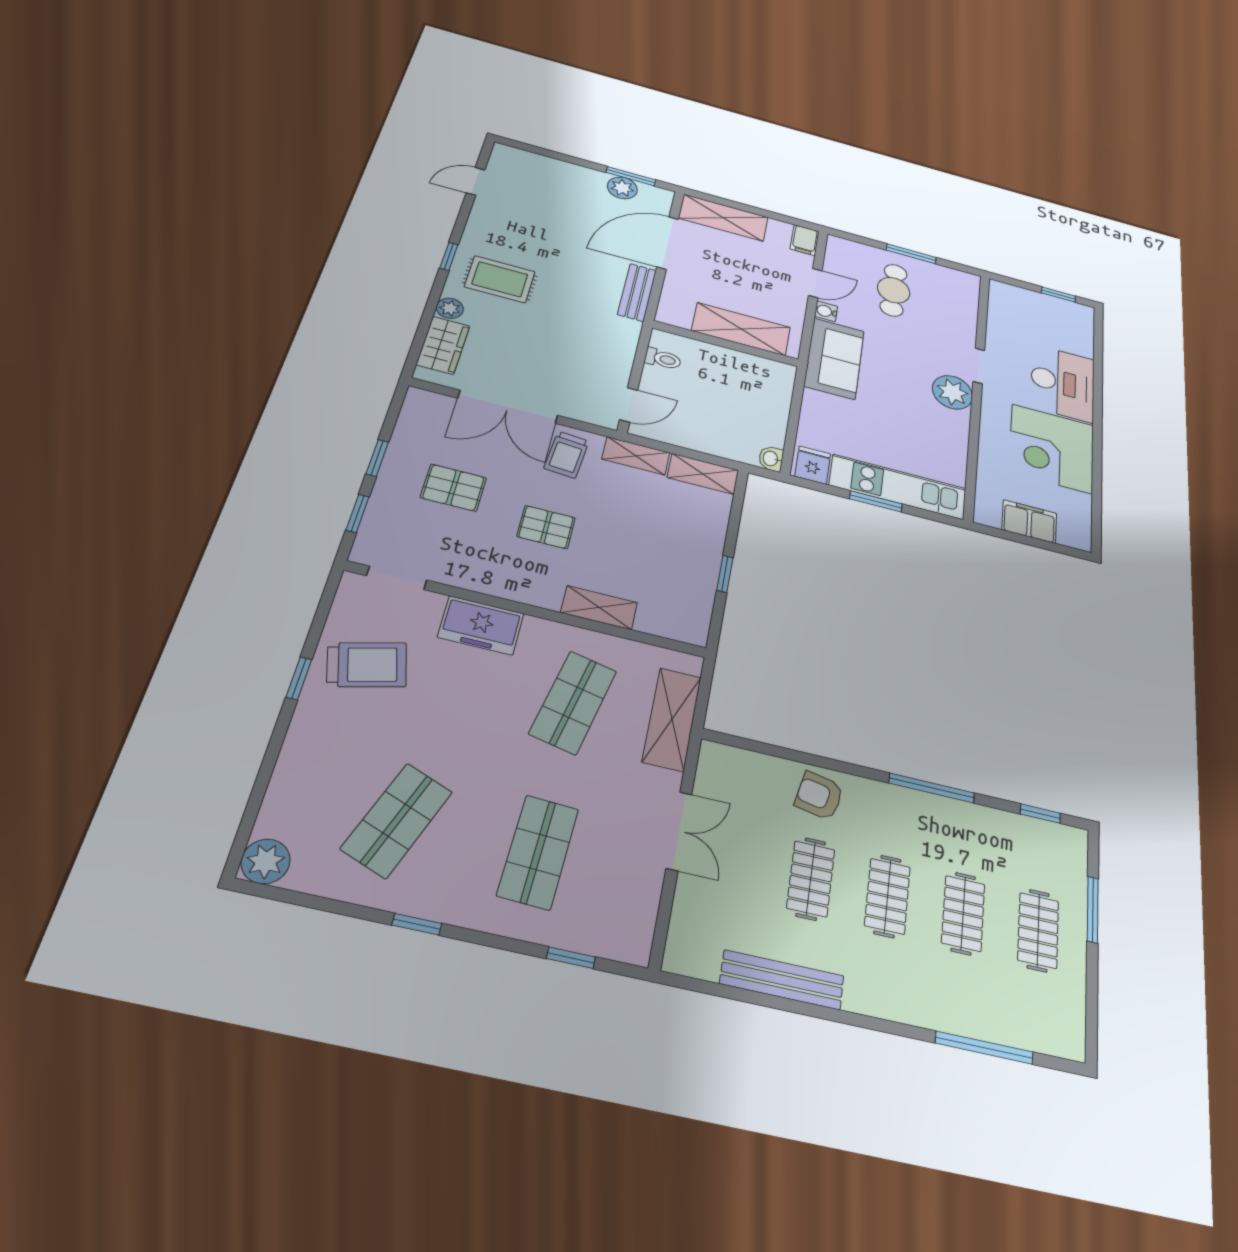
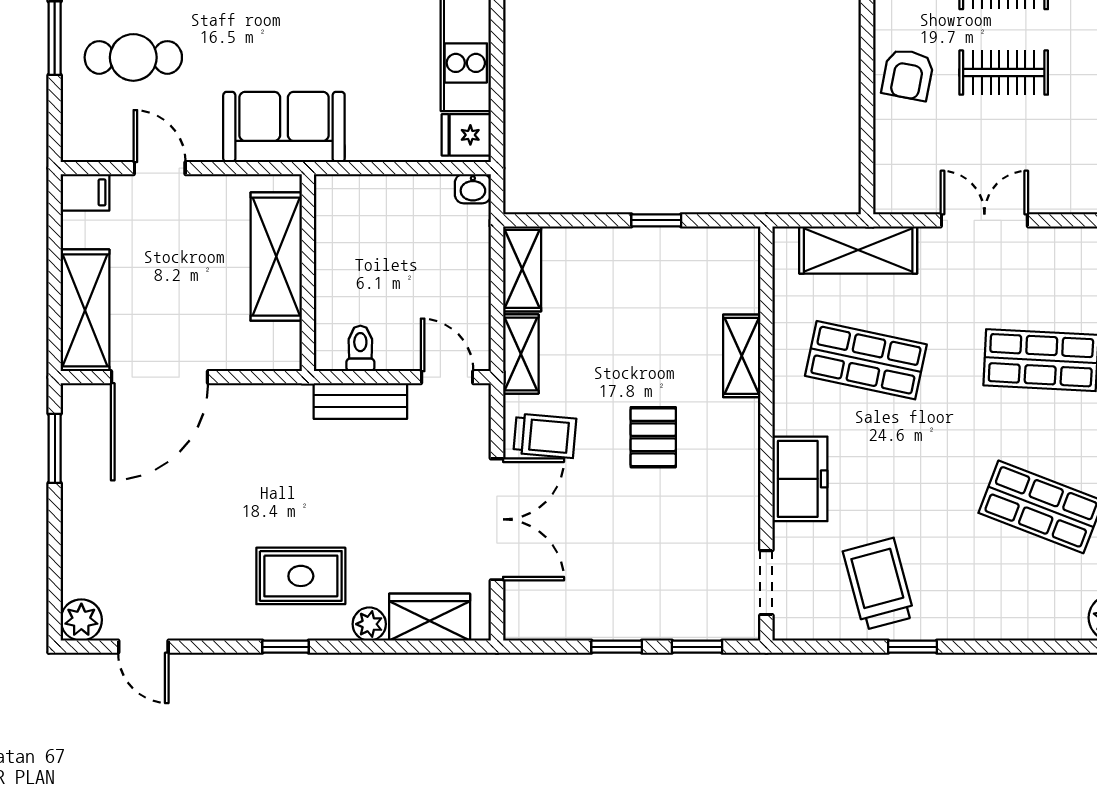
plant: (622, 188) -> (81, 620), moved
door: (668, 243) -> (160, 377), hinge flipped
rug: (500, 279) -> (301, 576), turned 90
bench: (637, 292) -> (360, 401), moved
water cooler: (826, 311) -> (205, 147), removed
pallet: (453, 488) -> (631, 553), removed
window: (876, 501) -> (497, 49), removed

